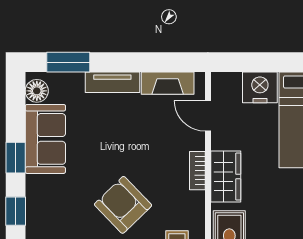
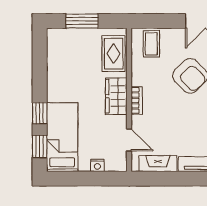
nightstand: (260, 87) -> (97, 165), width x0.53, depth x0.56

